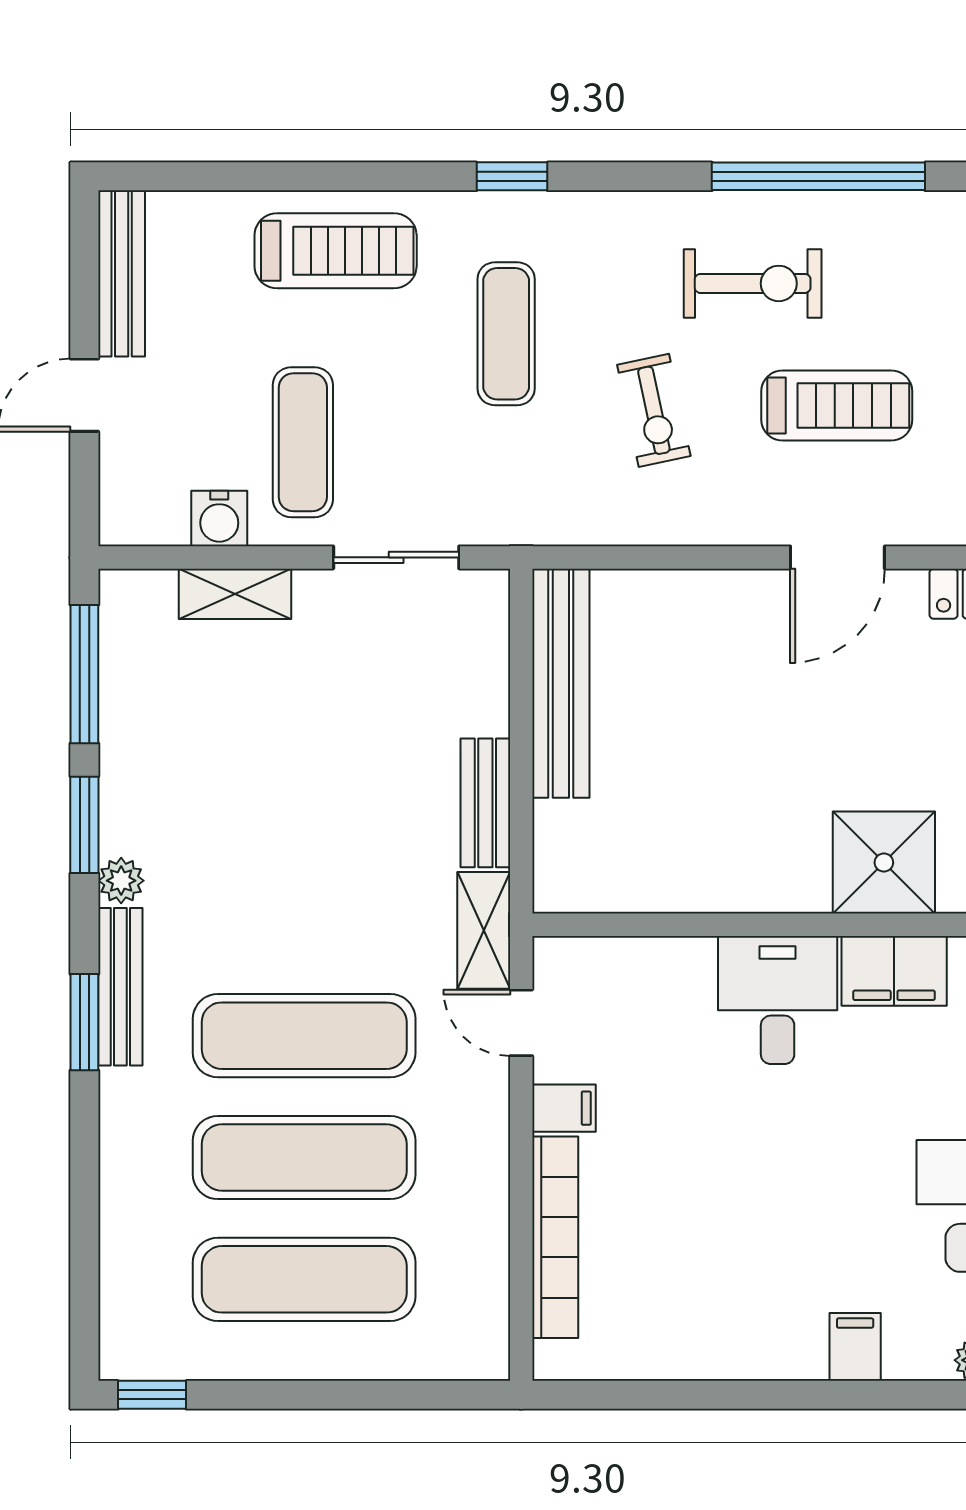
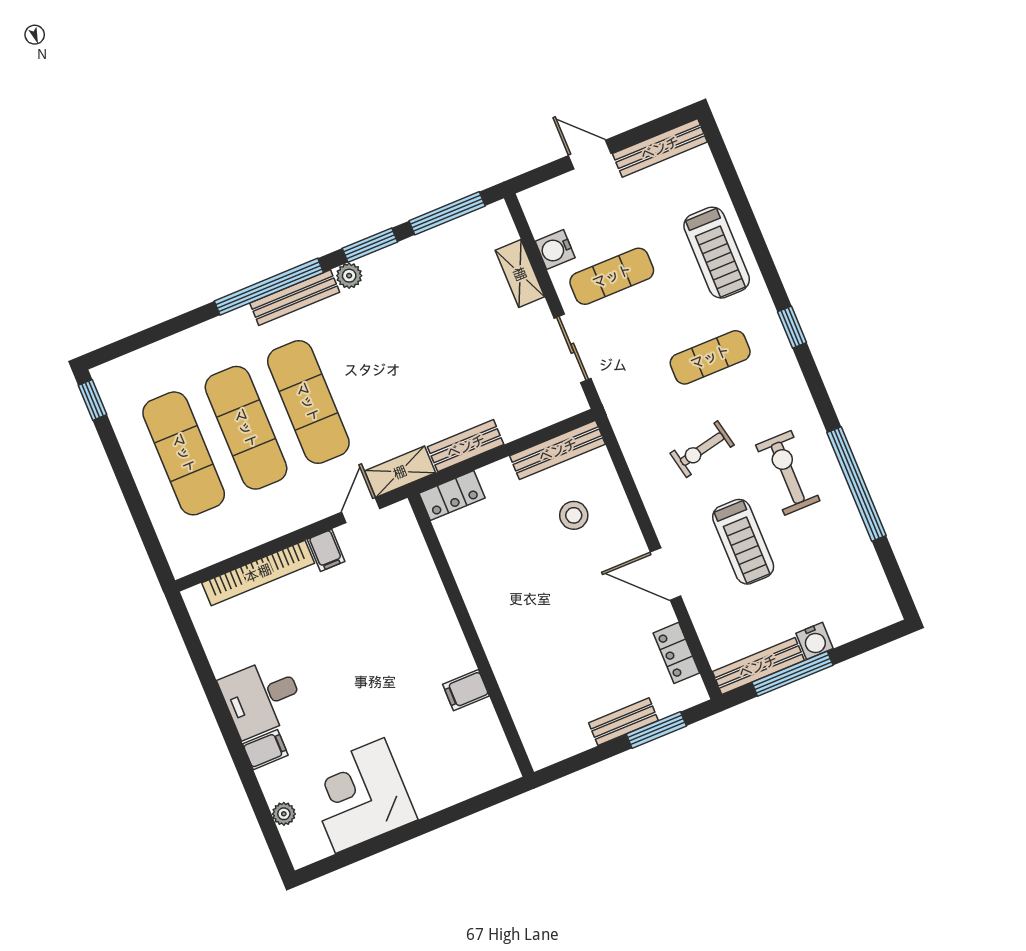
exercise bike: (753, 283) -> (788, 473), turned 180
stool: (676, 670) -> (574, 515), added
bench: (561, 683) -> (558, 450), width x0.73, depth x0.82
locker: (559, 860) -> (452, 496), added
shower: (884, 863) -> (519, 662), removed
filing cabinet: (894, 971) -> (466, 690), width x0.50
desk: (778, 1000) -> (262, 697), moved, turned 180
window: (84, 1022) -> (269, 287), width x2.11

